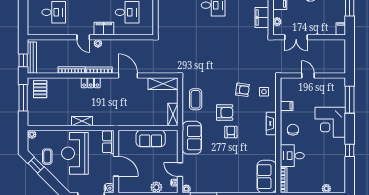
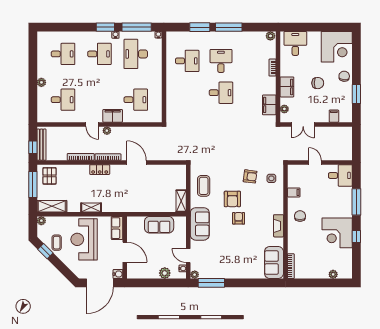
filing cabinet: (341, 29) -> (334, 116), moved
shelving: (163, 84) -> (52, 206), moved
window: (350, 100) -> (356, 202), moved
armchair: (225, 112) -> (232, 199), turned 90
corner desk: (330, 122) -> (337, 233), moved
fireplace: (271, 123) -> (279, 226), moved
desk: (292, 156) -> (340, 175), moved, turned 180

